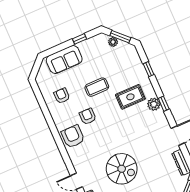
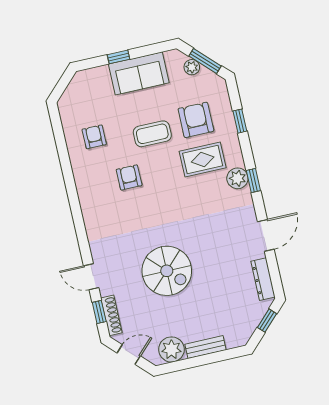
window: (80, 39) -> (118, 57), moved
sofa: (64, 60) -> (139, 73), moved
armchair: (73, 137) -> (196, 120), moved

